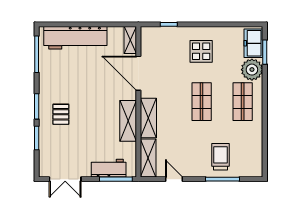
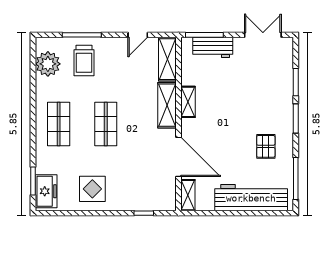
display table: (201, 51) -> (92, 189), moved
plant: (252, 70) -> (48, 64), moved
pallet: (61, 114) -> (266, 146), moved
shelving: (128, 121) -> (188, 102), width x0.67, depth x0.75
door: (174, 179) -> (138, 35), hinge flipped

